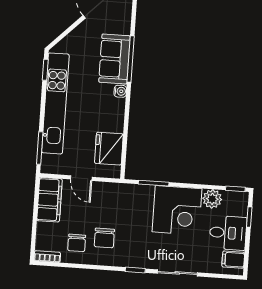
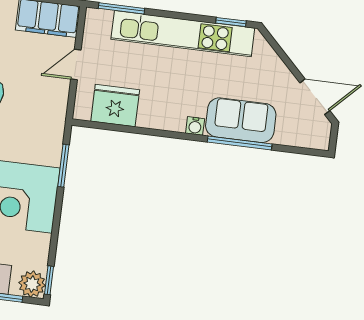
plant: (212, 199) -> (32, 284), moved

